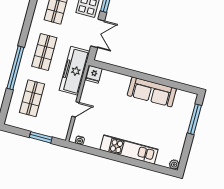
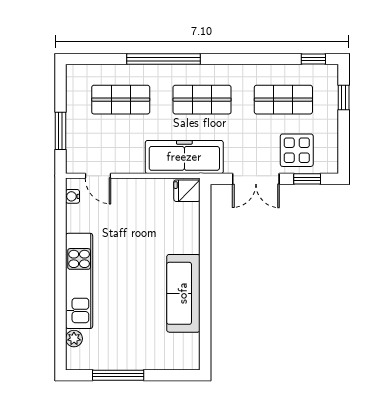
door: (76, 109) -> (98, 176), moved
window: (195, 119) -> (118, 375), moved
plant: (174, 165) -> (74, 339), moved

